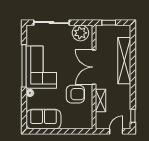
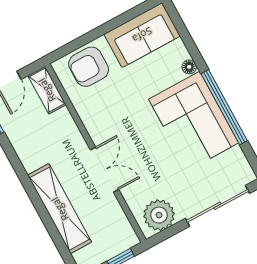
double door: (94, 67) -> (105, 170), width x0.73
armchair: (75, 94) -> (89, 67), moved
shelving: (100, 101) -> (47, 90), moved

